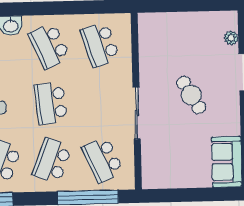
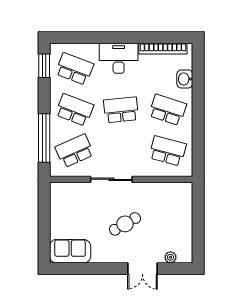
school desk: (100, 45) -> (168, 151), turned 33
school desk: (49, 46) -> (168, 110), turned 42

